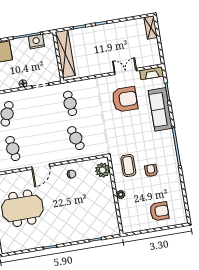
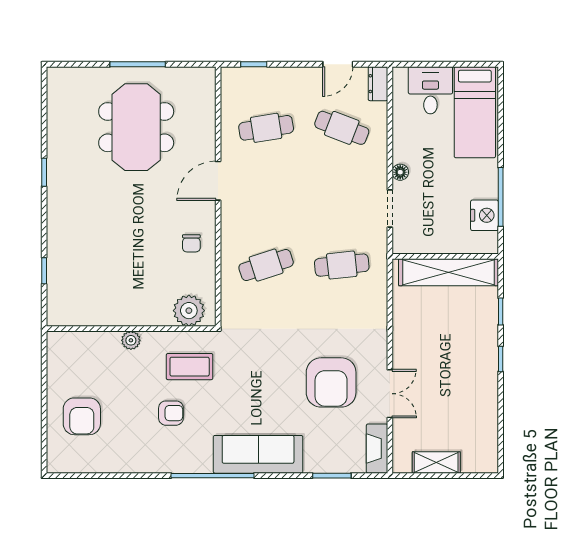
shelving: (151, 28) -> (436, 462), moved
sofa: (160, 109) -> (258, 454), moved
door: (41, 167) -> (218, 181), hinge flipped

